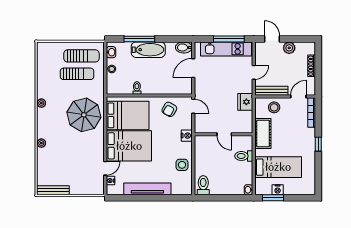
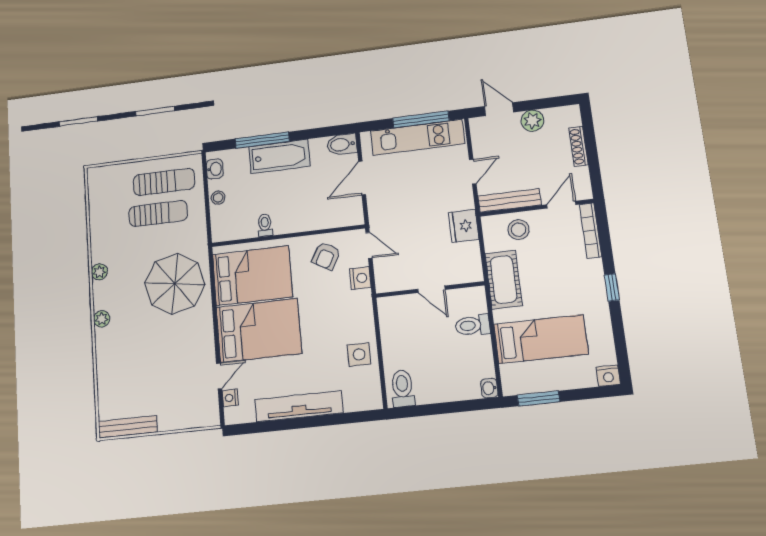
nightstand: (187, 136) -> (360, 278), moved
plant: (41, 143) -> (102, 319), moved
nightstand: (278, 190) -> (608, 376), moved

